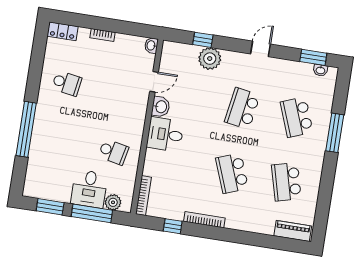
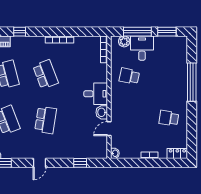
plant: (210, 59) -> (73, 151), removed
window: (173, 226) -> (20, 32), moved

